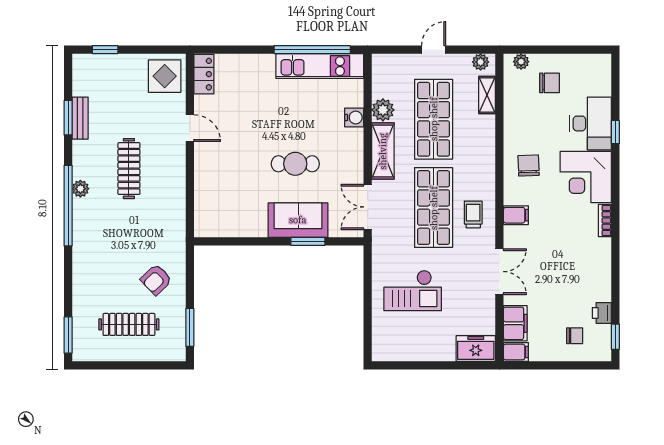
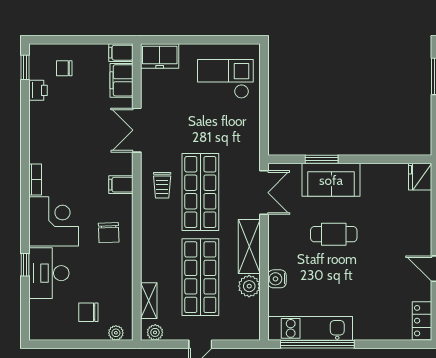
fridge: (206, 223) -> (420, 177), added
checkout: (413, 290) -> (225, 79), moved

